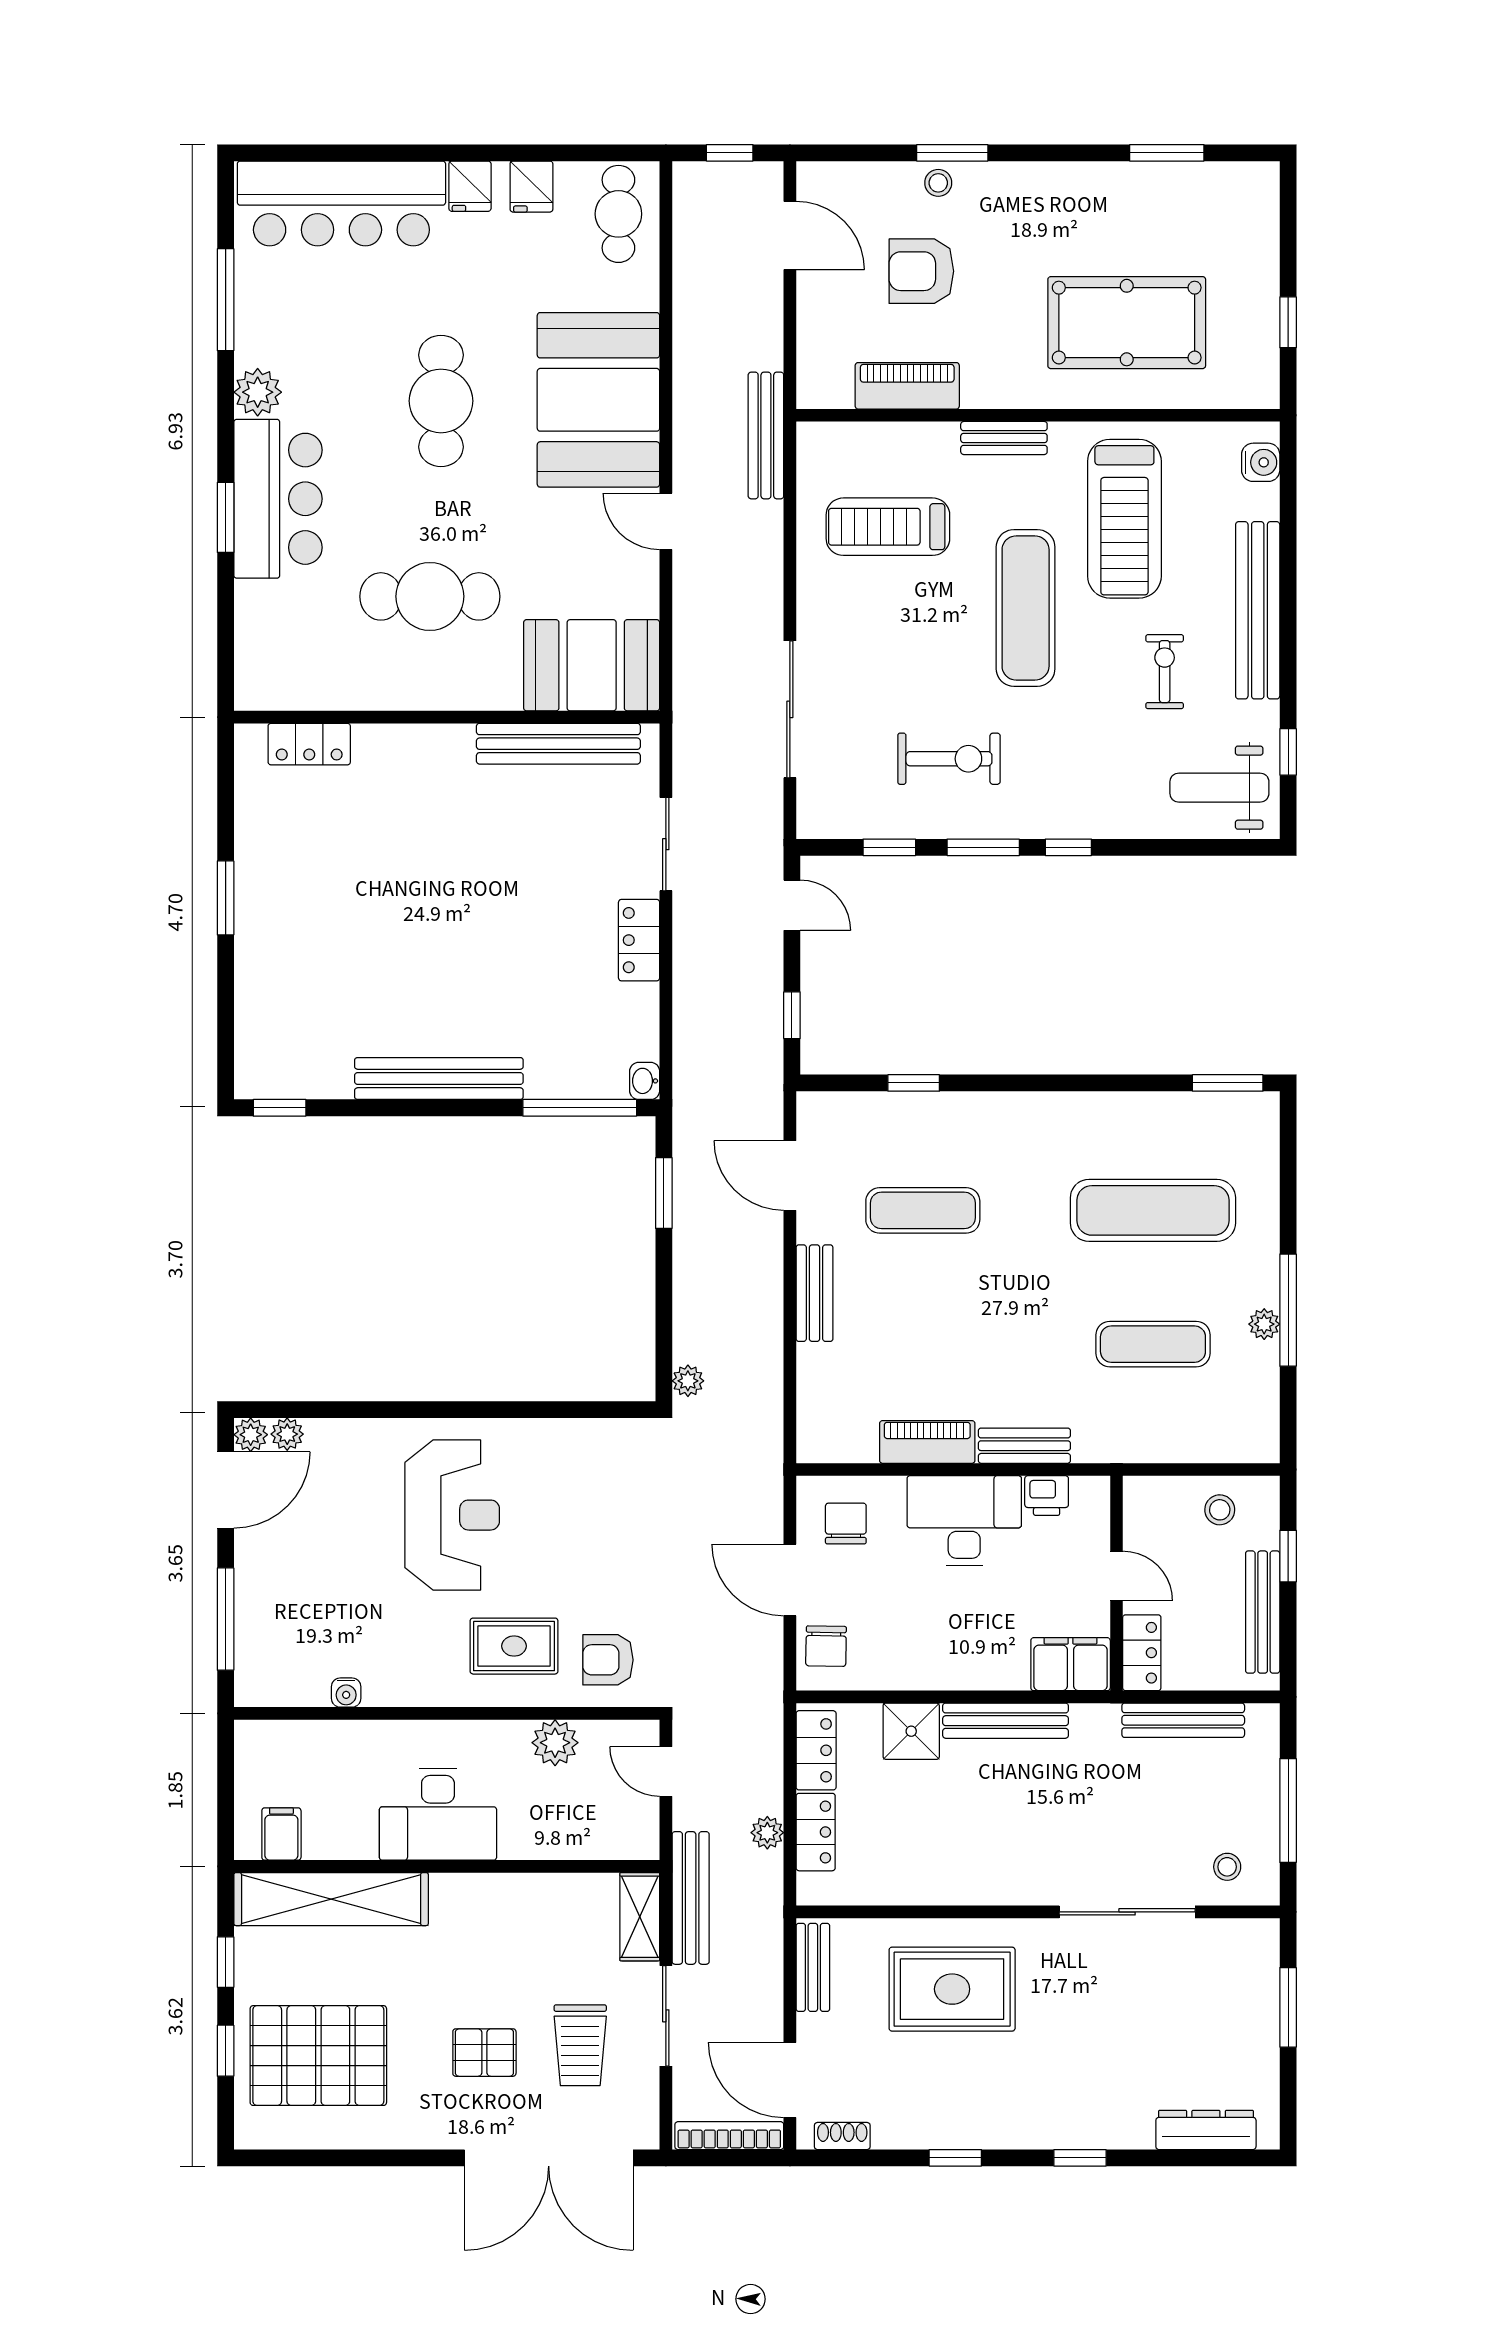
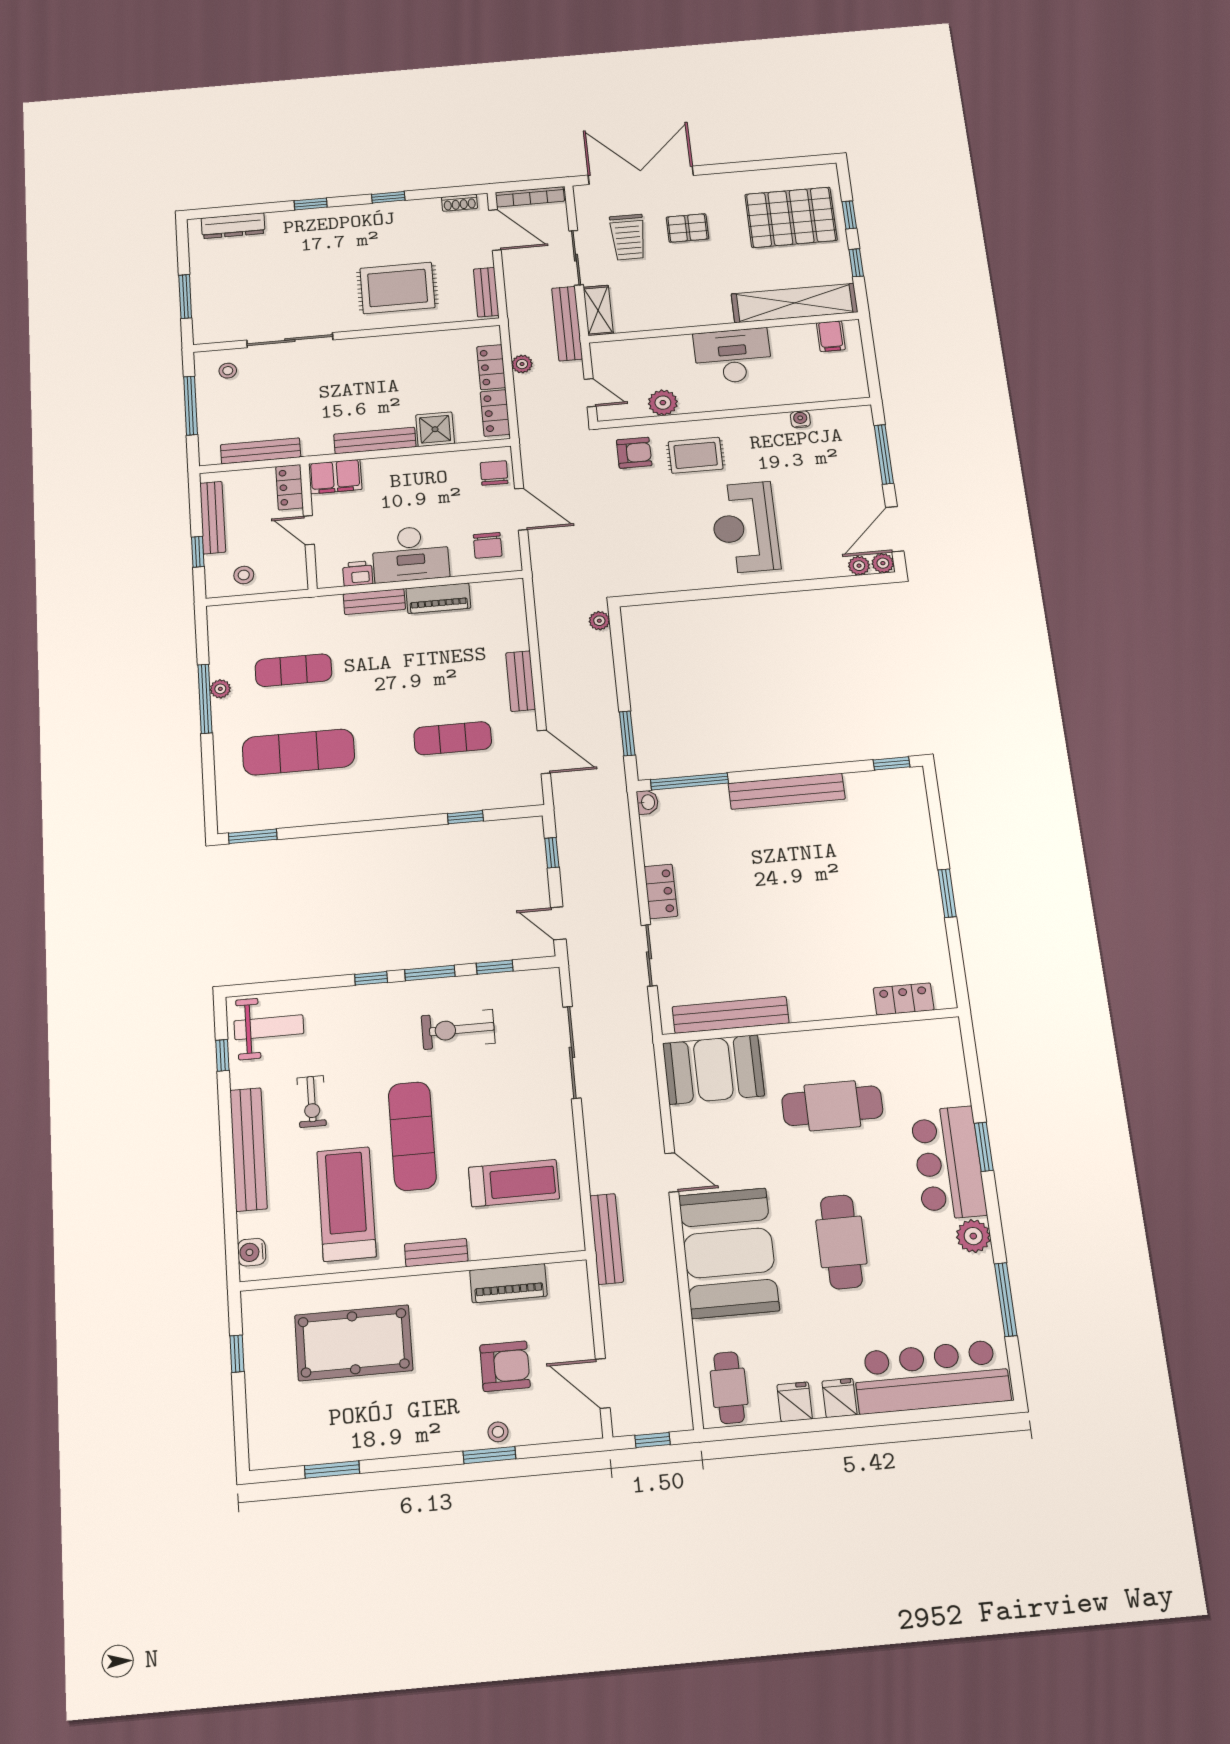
trolley: (580, 2045) -> (628, 237), turned 180

